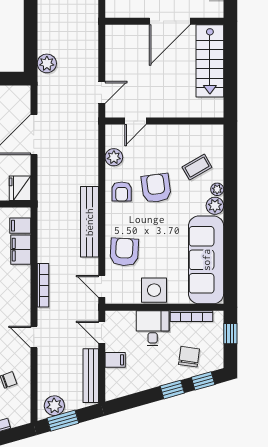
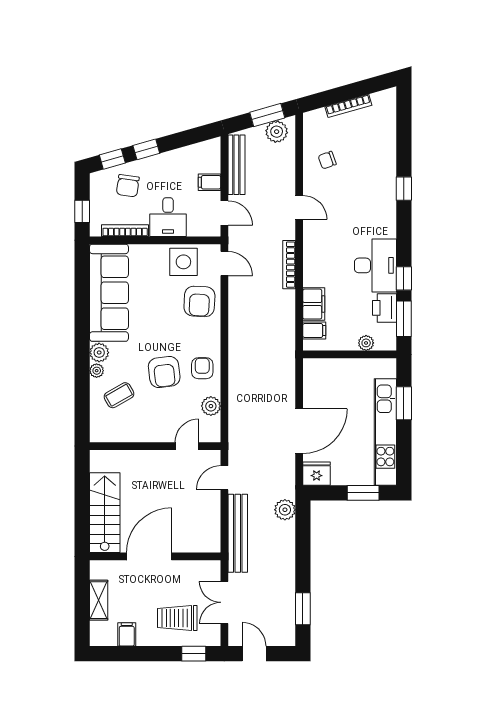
fridge: (20, 188) -> (317, 474), moved, turned -90
bench: (89, 222) -> (238, 533), moved
side table: (154, 290) -> (183, 262), moved

